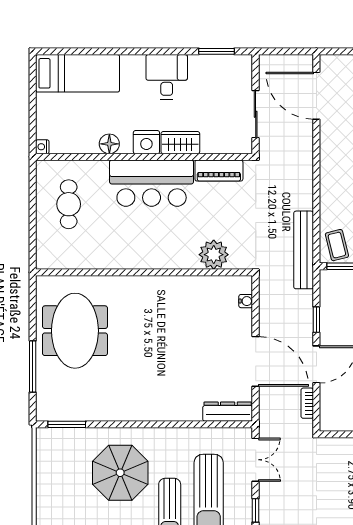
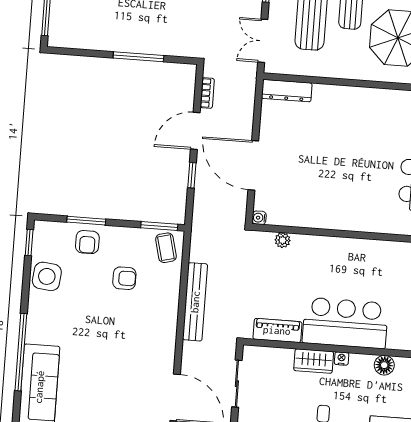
nightstand: (146, 142) -> (342, 358), width x0.53, depth x0.56
bench: (304, 250) -> (195, 302), moved
plant: (214, 255) -> (283, 240), width x0.53, depth x0.53
water cooler: (246, 301) -> (259, 218), moved
door: (256, 361) -> (253, 165), moved

